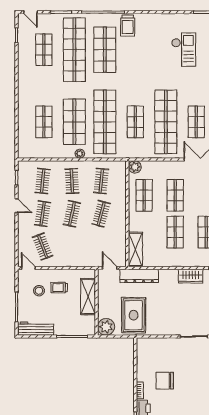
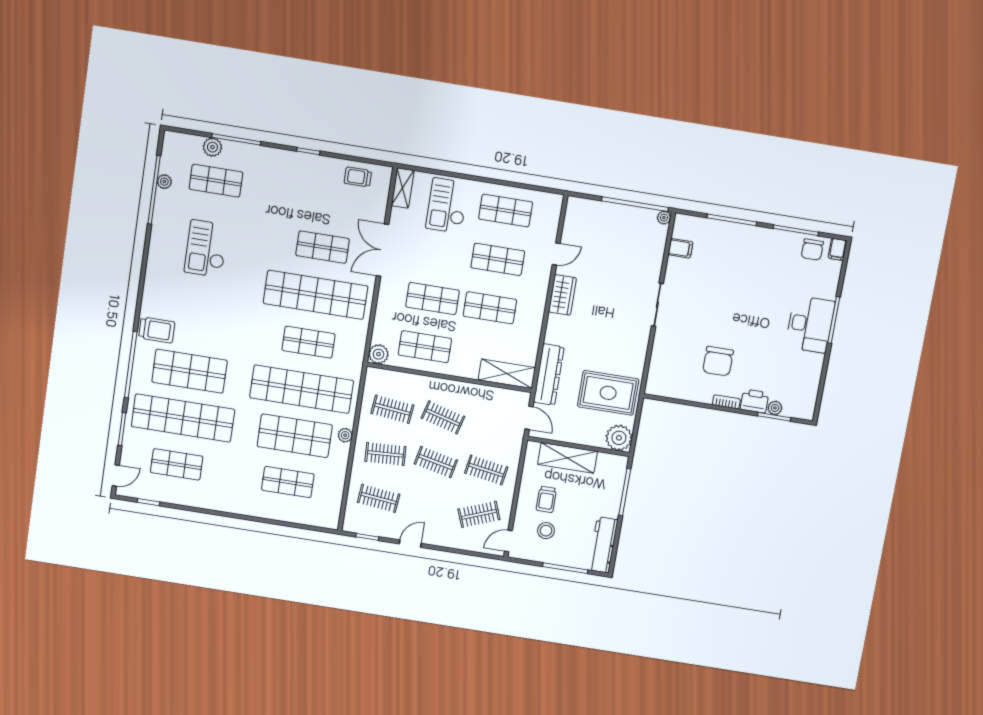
checkout: (184, 50) -> (206, 249), turned -90
clothes rail: (43, 214) -> (486, 470), moved
door: (110, 268) -> (529, 418), swing flipped

